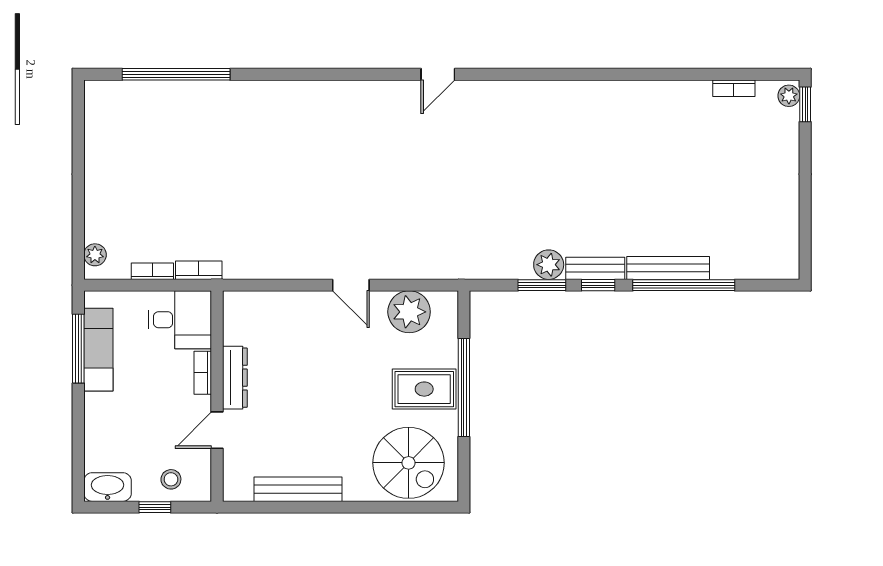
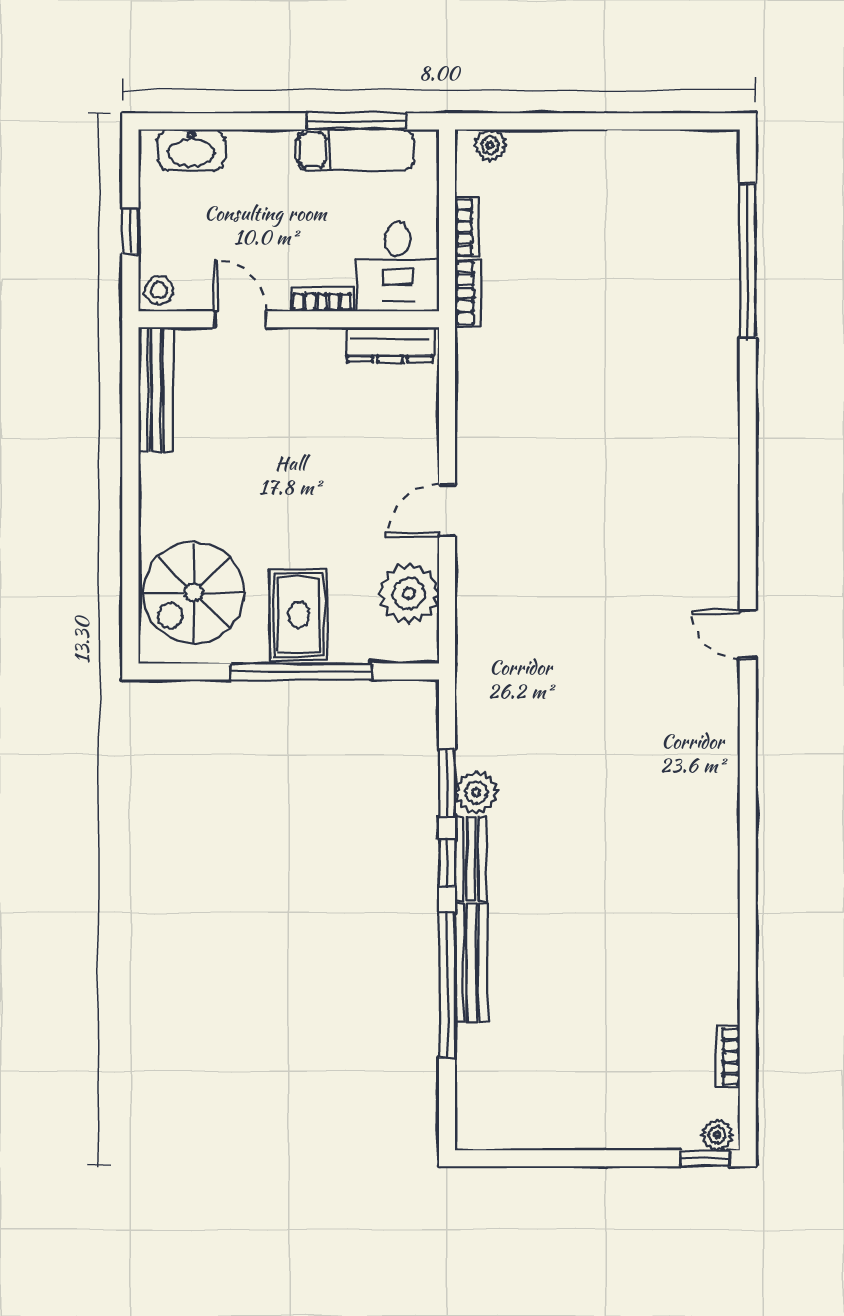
dresser: (235, 378) -> (390, 345), moved
stool: (171, 479) -> (159, 290), moved
washbasin: (108, 487) -> (191, 150), moved, turned 90
bench: (298, 489) -> (156, 390), moved

